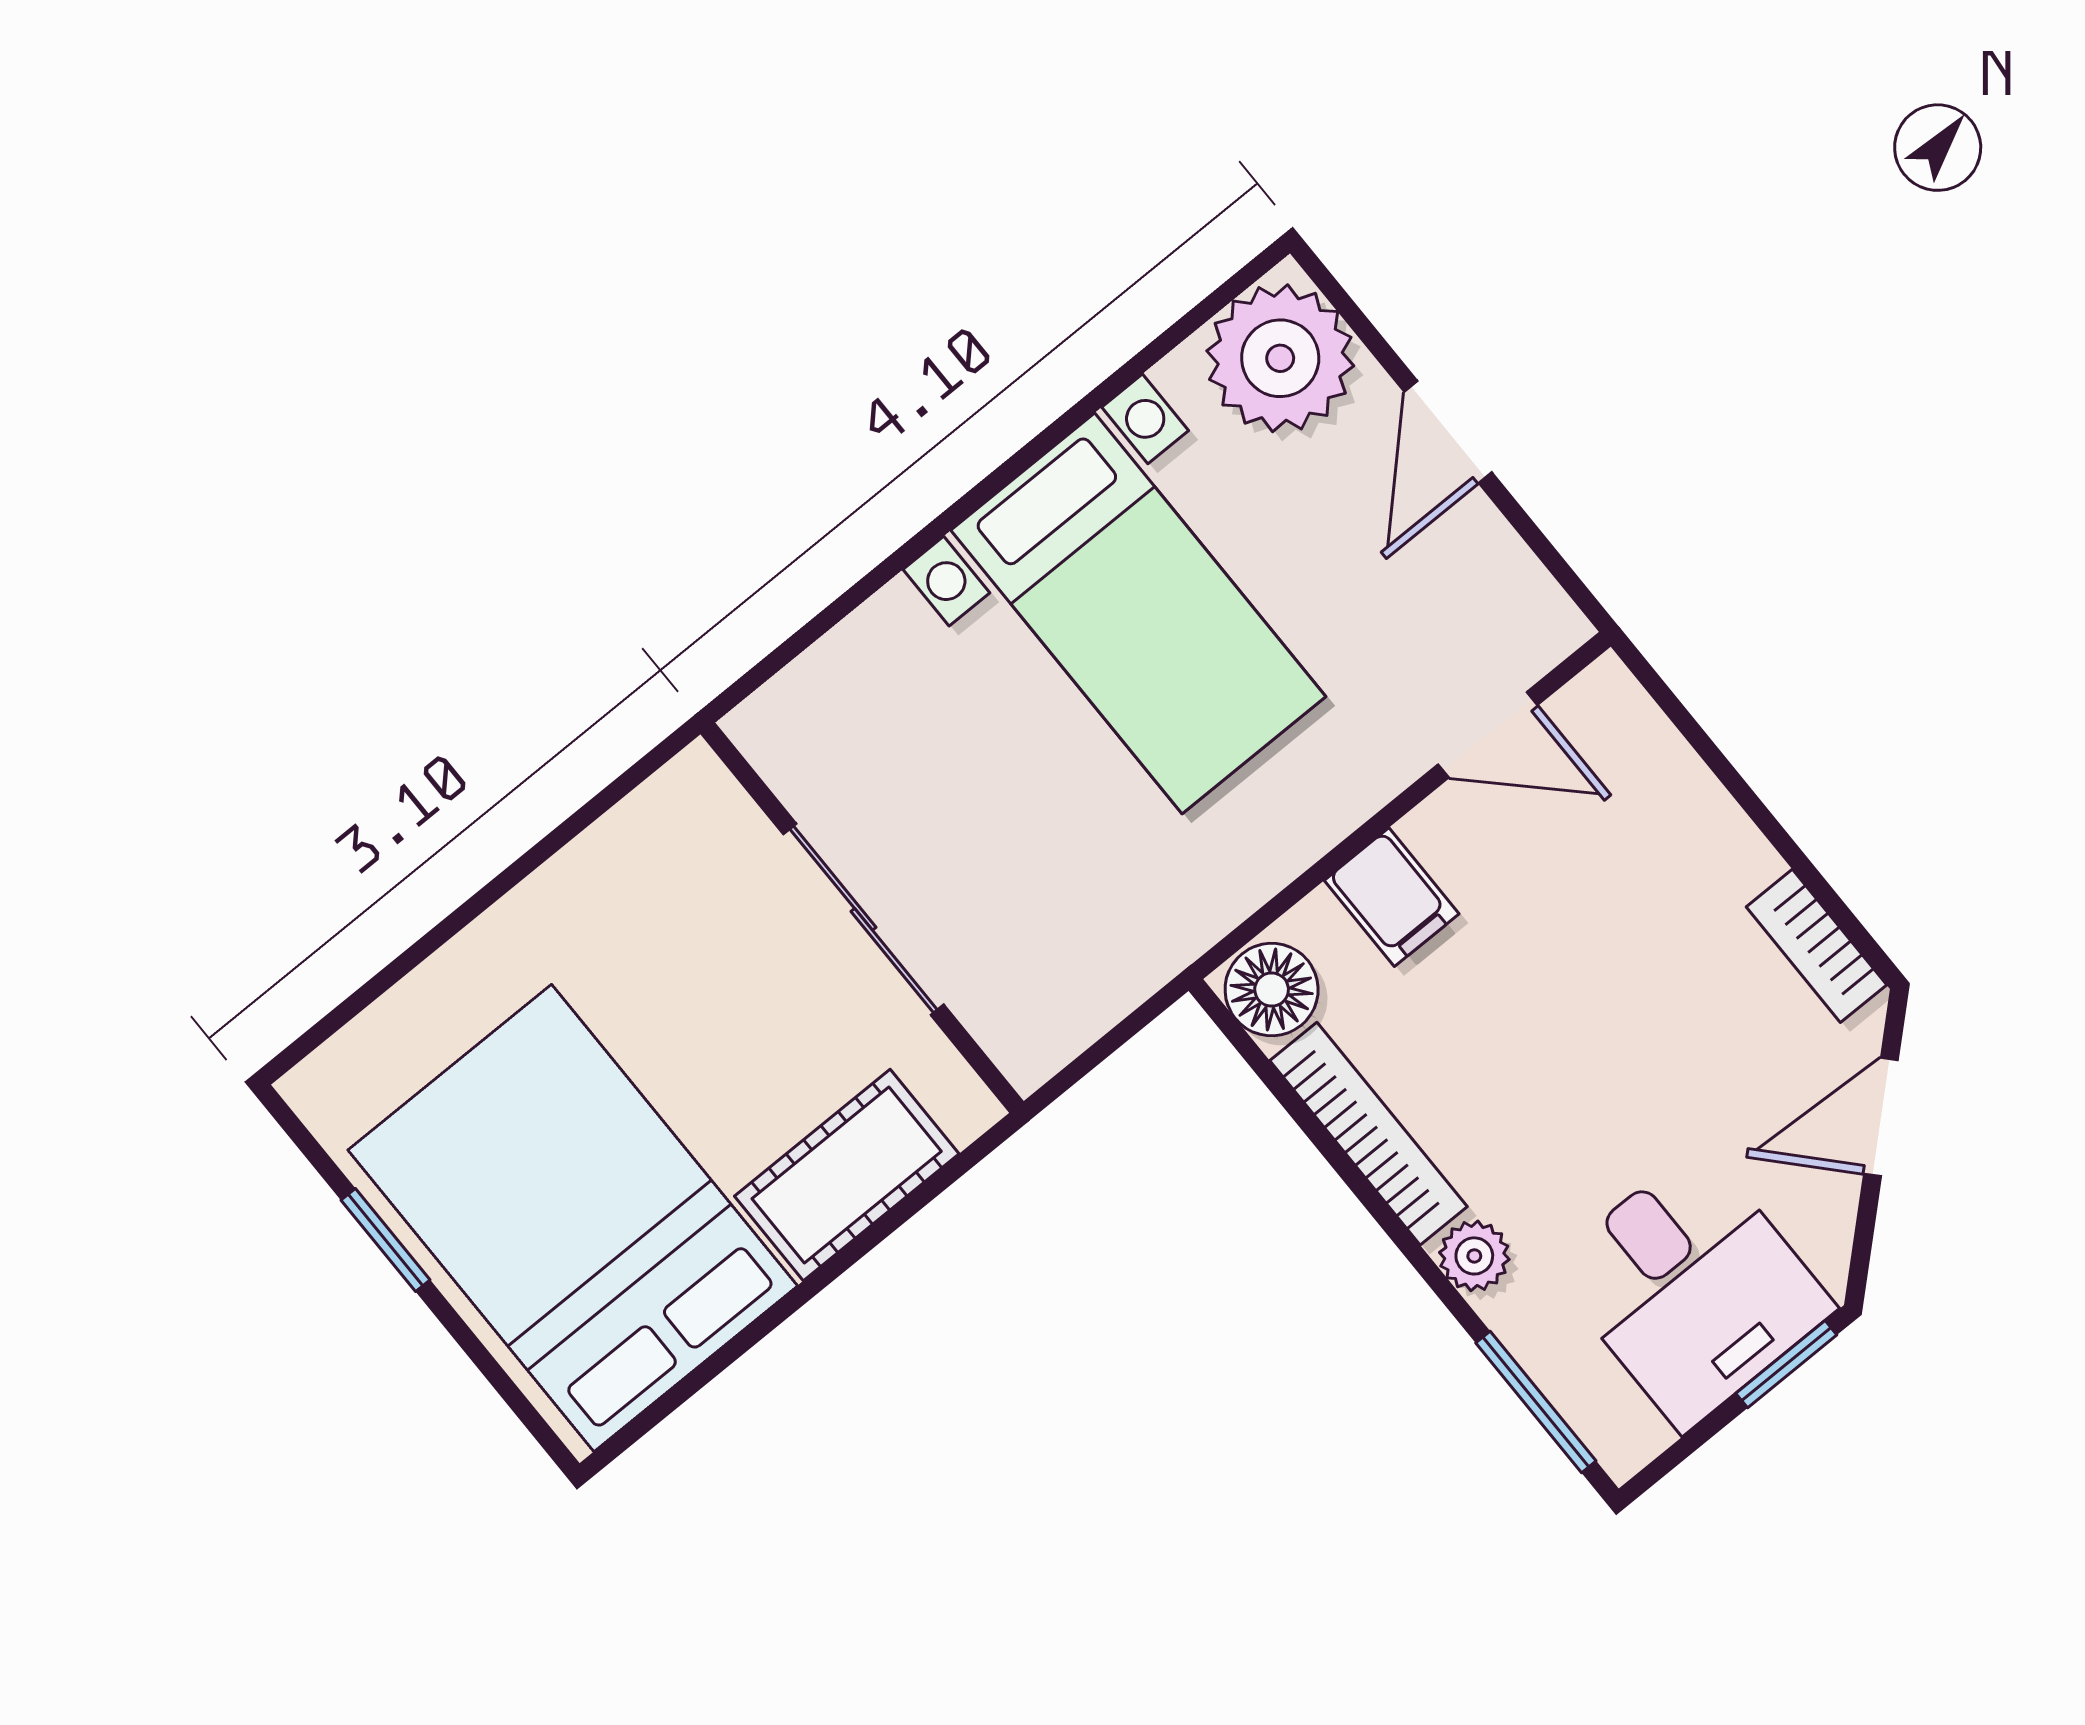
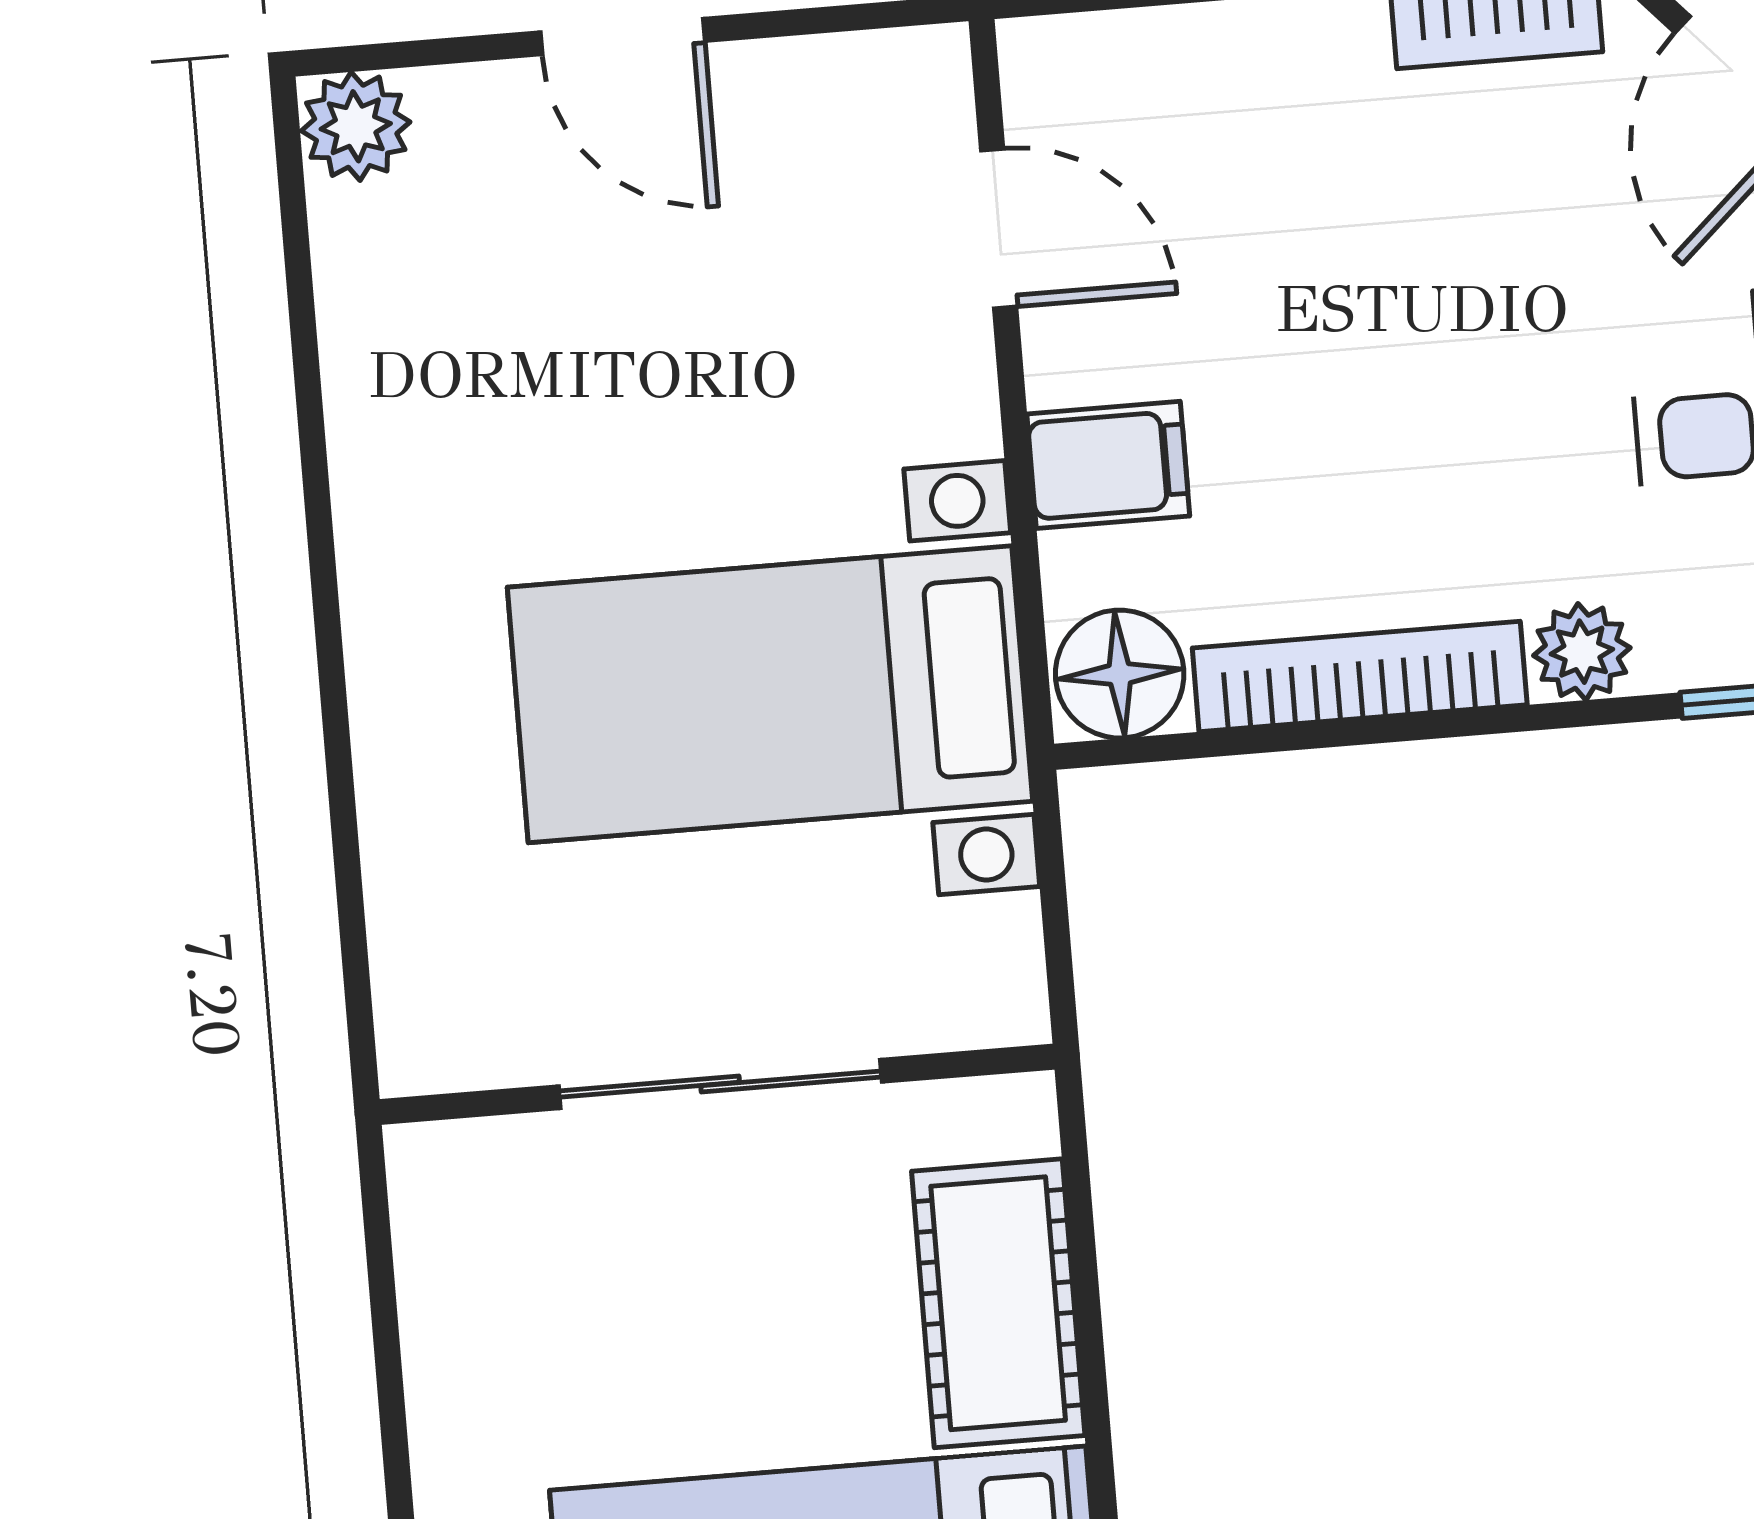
plant: (1280, 358) -> (356, 126), width x0.53, depth x0.53
bed with nightstands: (1138, 613) -> (770, 694), moved, turned 180
door: (1488, 735) -> (999, 228), hinge flipped

